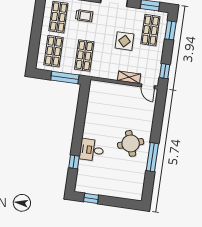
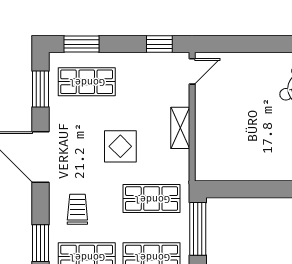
display table: (125, 41) -> (120, 146), moved
shelving: (129, 77) -> (180, 128), moved

